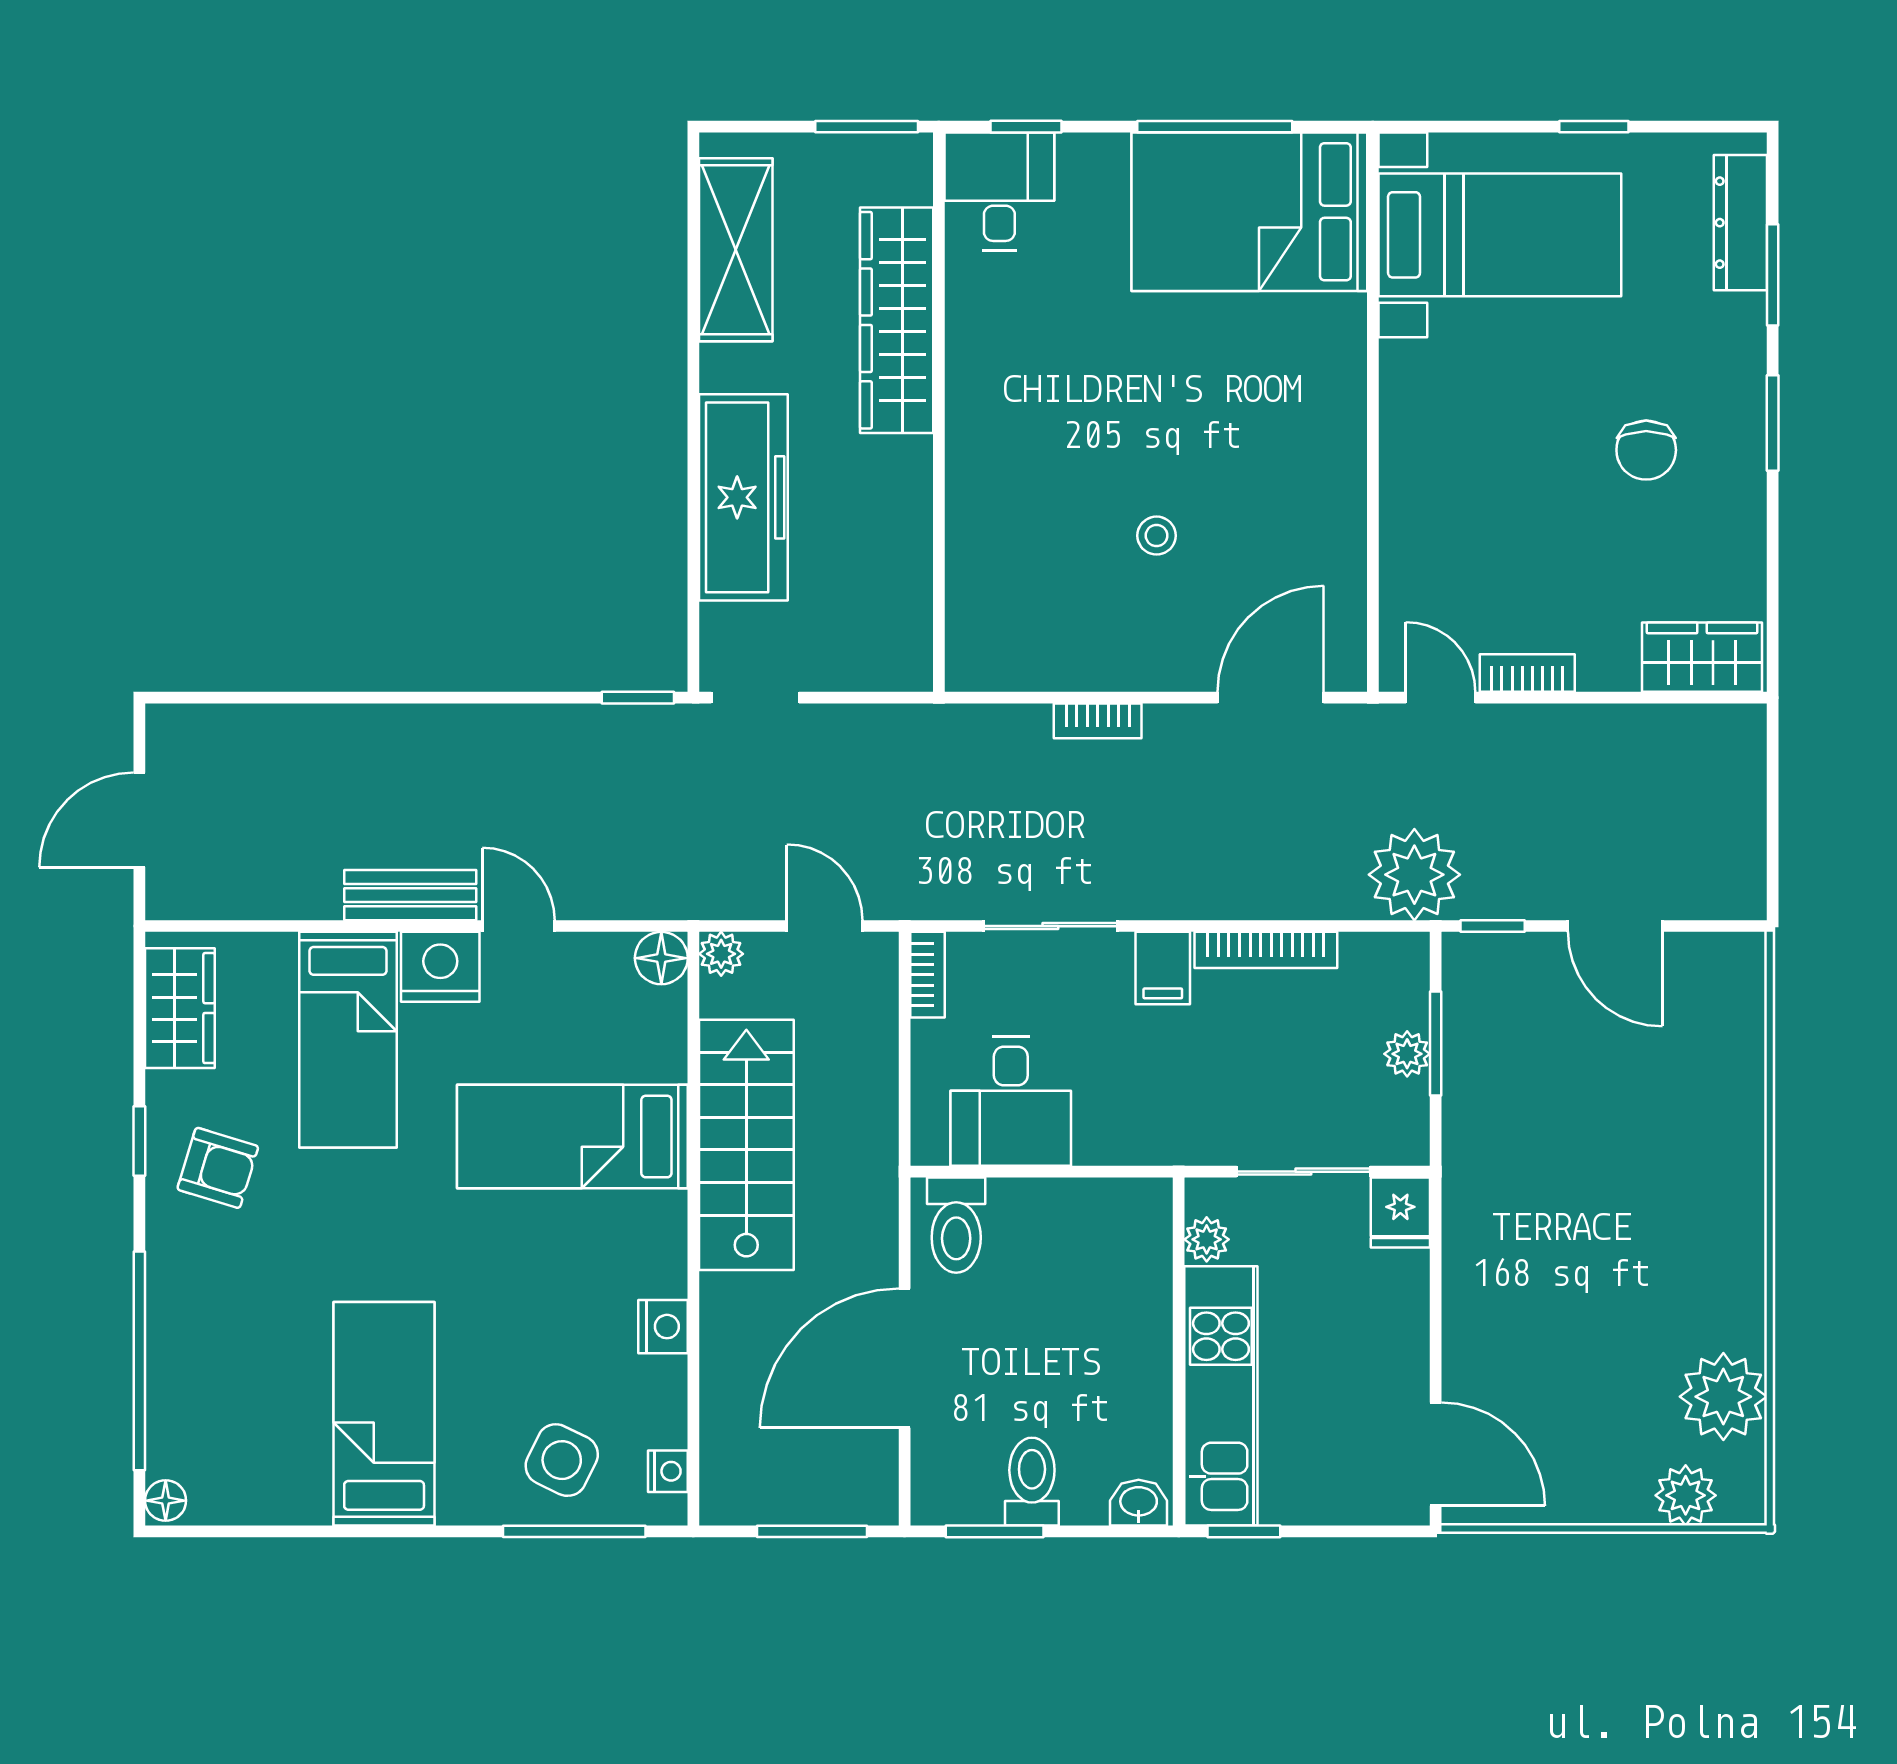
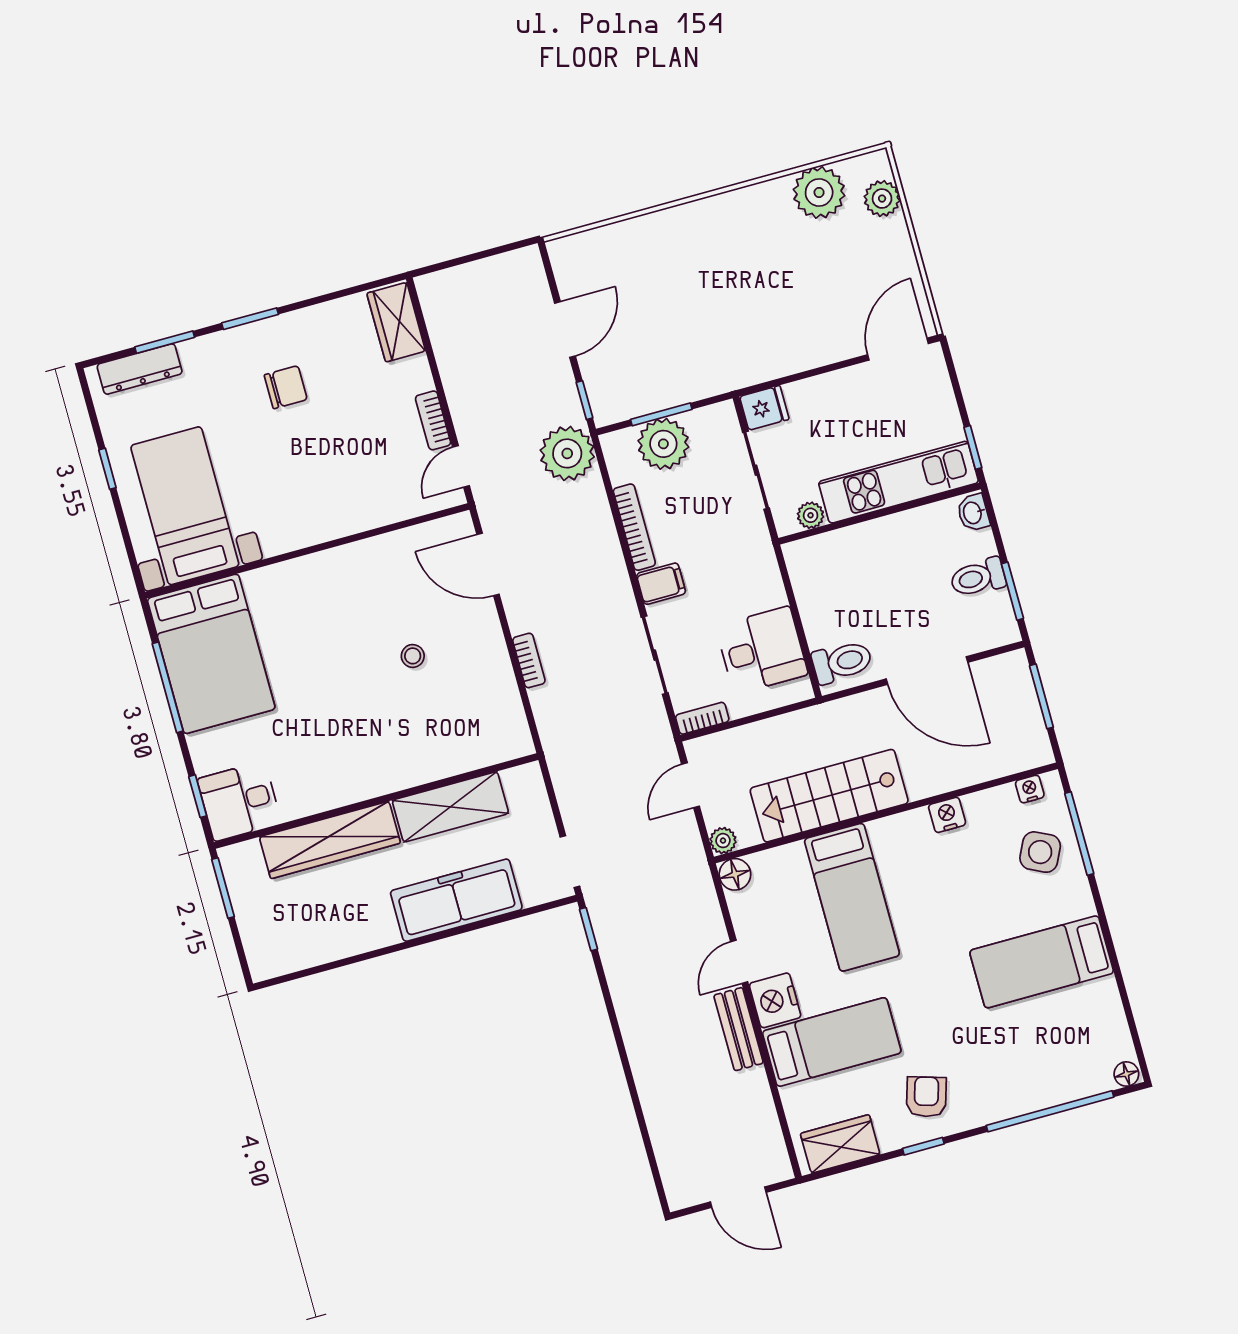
shelving: (736, 250) -> (450, 807), moved
plant: (1407, 1054) -> (663, 444), width x1.87, depth x1.87

